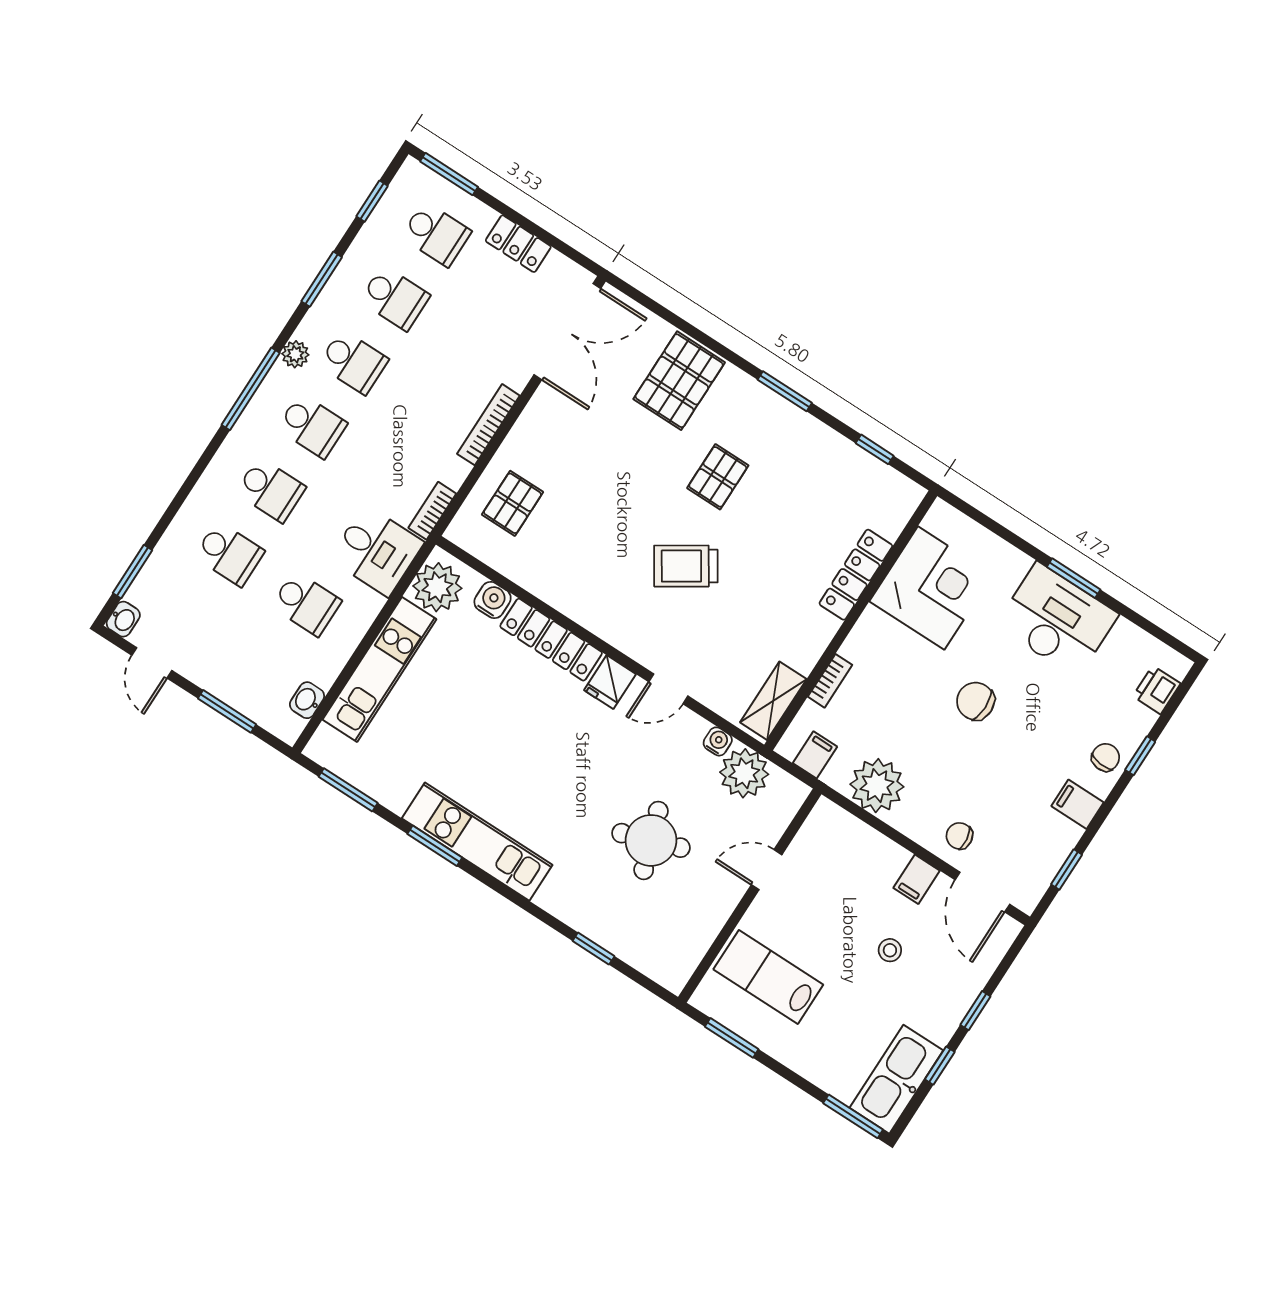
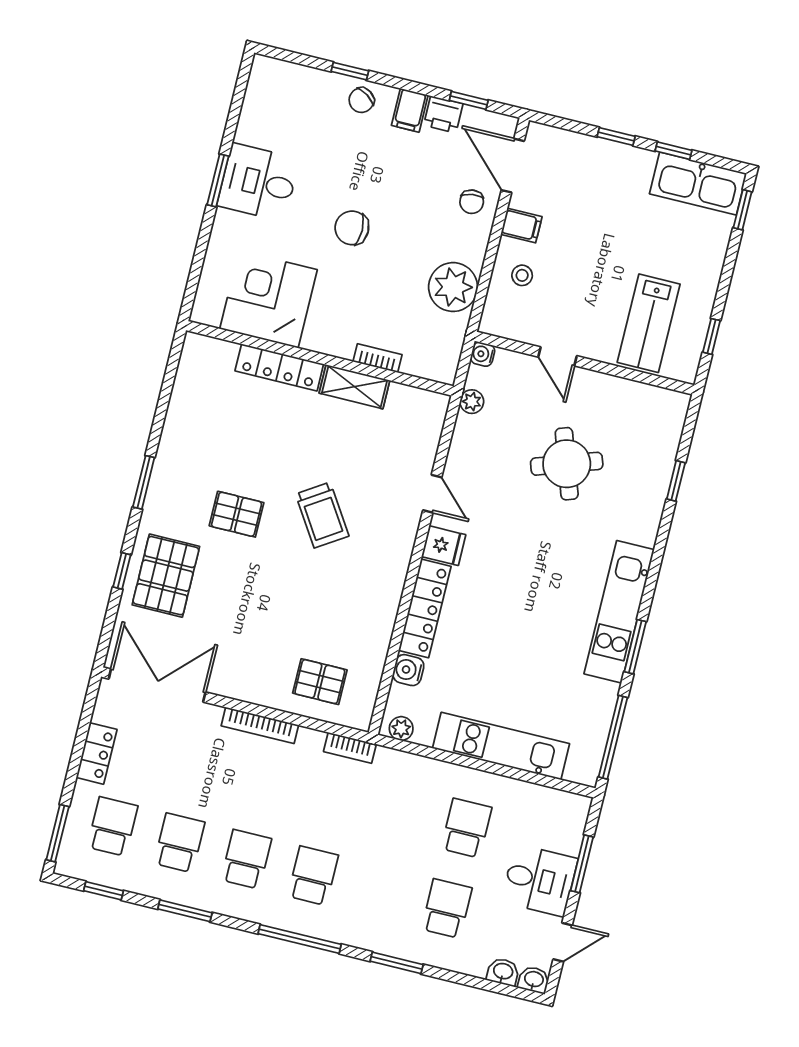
plant: (295, 354) -> (257, 911), removed
pallet: (679, 381) -> (166, 576), turned 90
window: (875, 449) -> (122, 571), moved
school desk: (271, 490) -> (380, 892), removed
desk: (377, 551) -> (539, 880), moved, turned 90
window: (133, 572) -> (397, 963), moved
plant: (437, 587) -> (401, 729), width x0.53, depth x0.53
desk: (1057, 620) -> (258, 182), width x0.73
printer: (1157, 690) -> (443, 115), moved
washbasin: (307, 700) -> (503, 972), moved, turned 180
shelving: (773, 701) -> (354, 387), moved
chair: (975, 701) -> (352, 228), turned 90
water cooler: (718, 741) -> (483, 354), moved
filing cabinet: (815, 755) -> (445, 349), removed
chair: (1106, 757) -> (361, 100), turned -61
plant: (744, 773) -> (472, 402), width x0.53, depth x0.53
window: (348, 790) -> (613, 737), width x1.44
door: (982, 892) -> (513, 166), swing flipped
stool: (890, 950) -> (522, 275), moved
window: (732, 1038) -> (711, 336), width x0.67
window: (853, 1116) -> (743, 210), width x0.67

